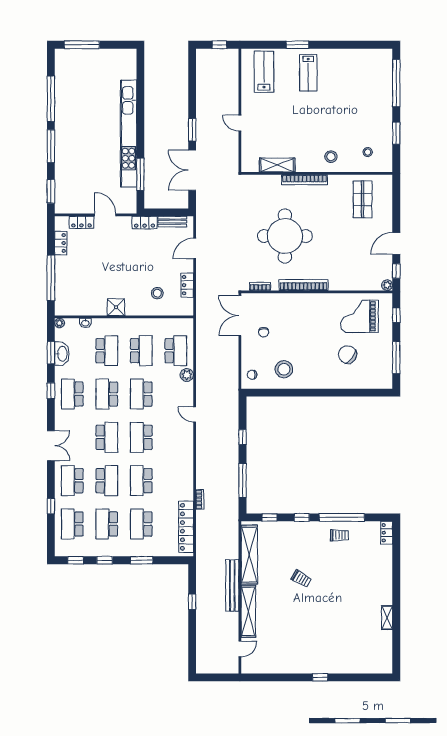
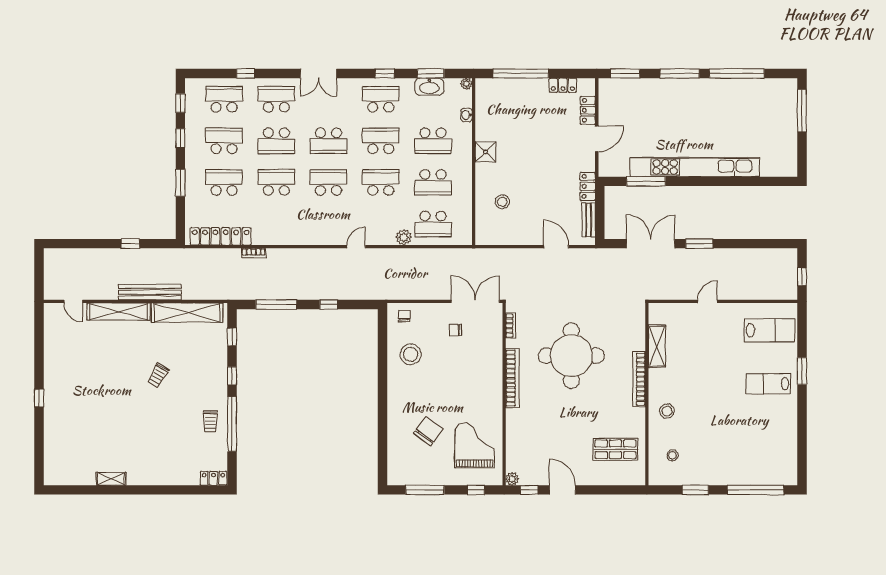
locker: (187, 285) -> (512, 238), removed

